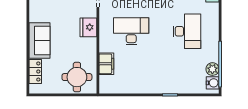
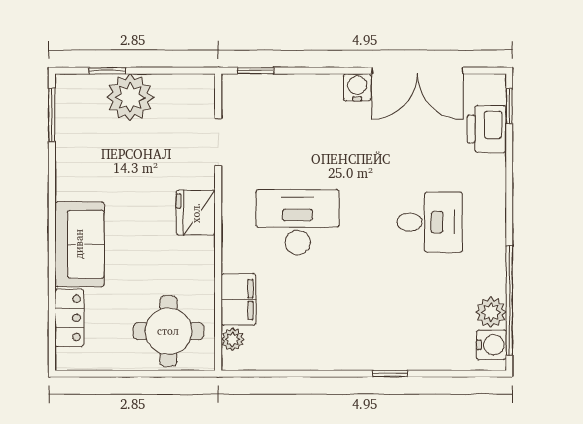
desk: (187, 31) -> (430, 222), width x0.73
plant: (104, 80) -> (233, 339), added

